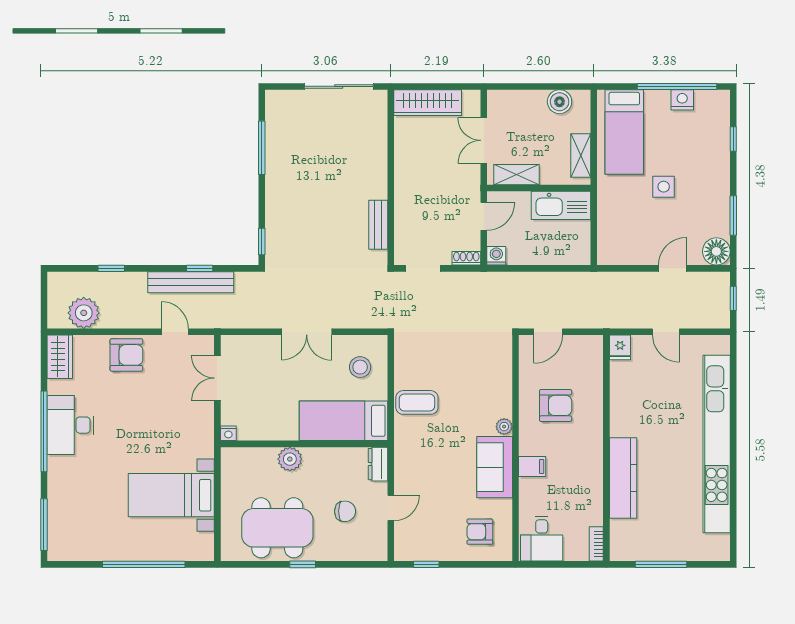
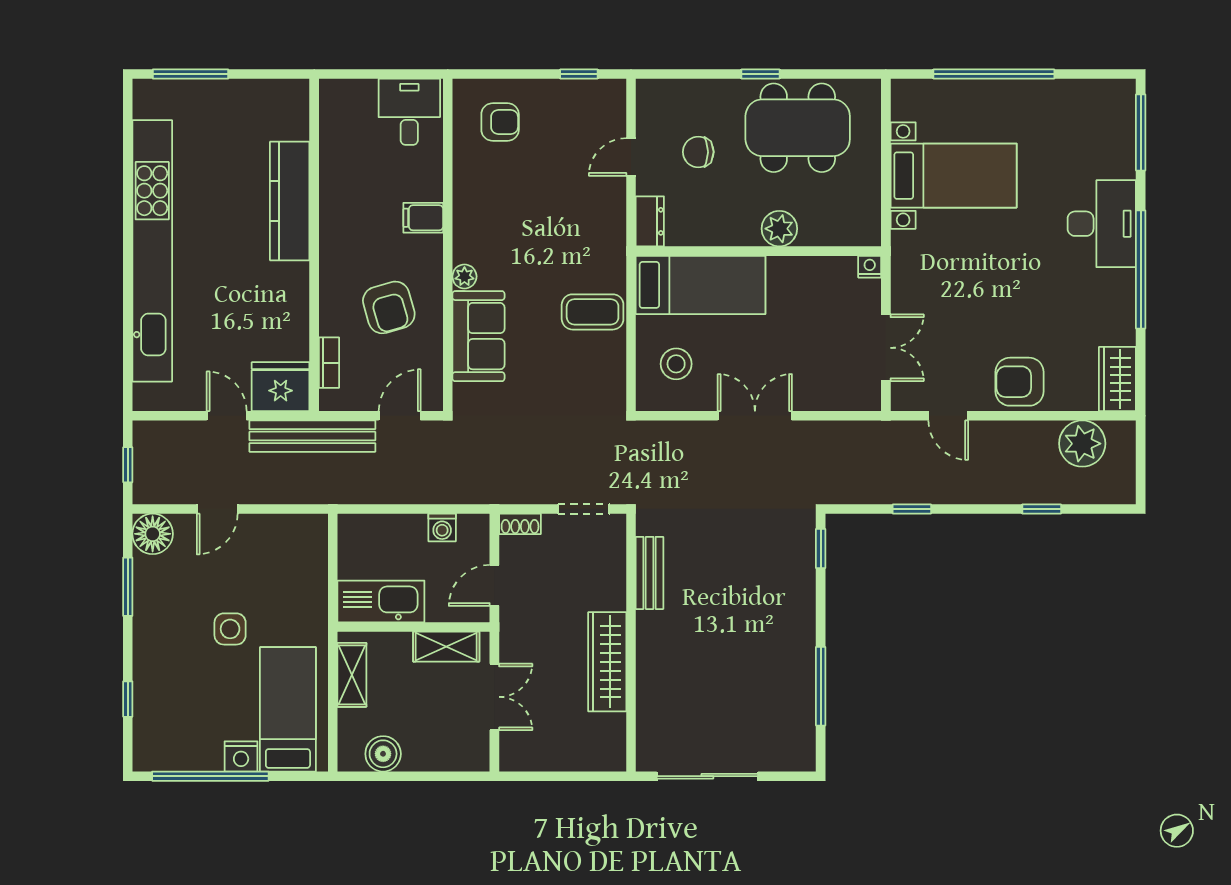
nightstand: (682, 100) -> (241, 756), moved
wardrobe: (428, 103) -> (607, 662), moved, turned -90
washing machine: (496, 256) -> (442, 527), moved
bench: (191, 282) -> (312, 436), moved
fridge: (620, 347) -> (281, 387), width x1.88, depth x1.34
armchair: (556, 405) -> (389, 307), turned -106
desk: (70, 425) -> (1102, 224), moved
sofa: (495, 467) -> (478, 336), moved
bookcase: (596, 544) -> (329, 363), moved
window: (661, 564) -> (190, 74), moved

